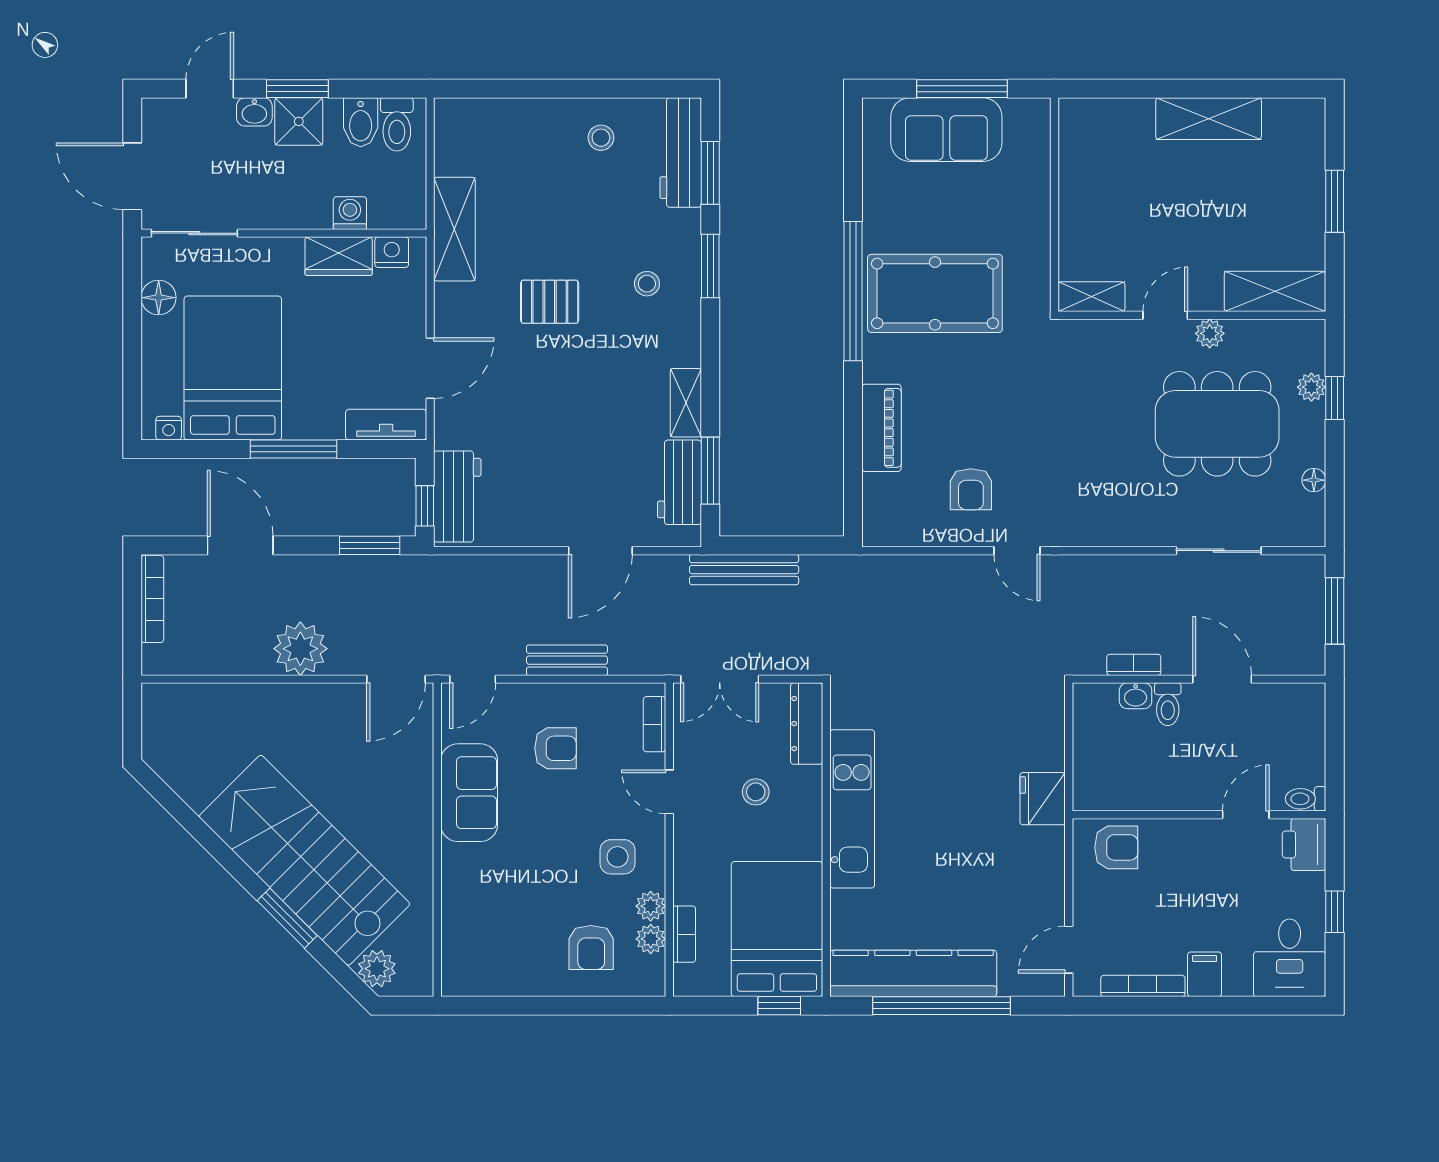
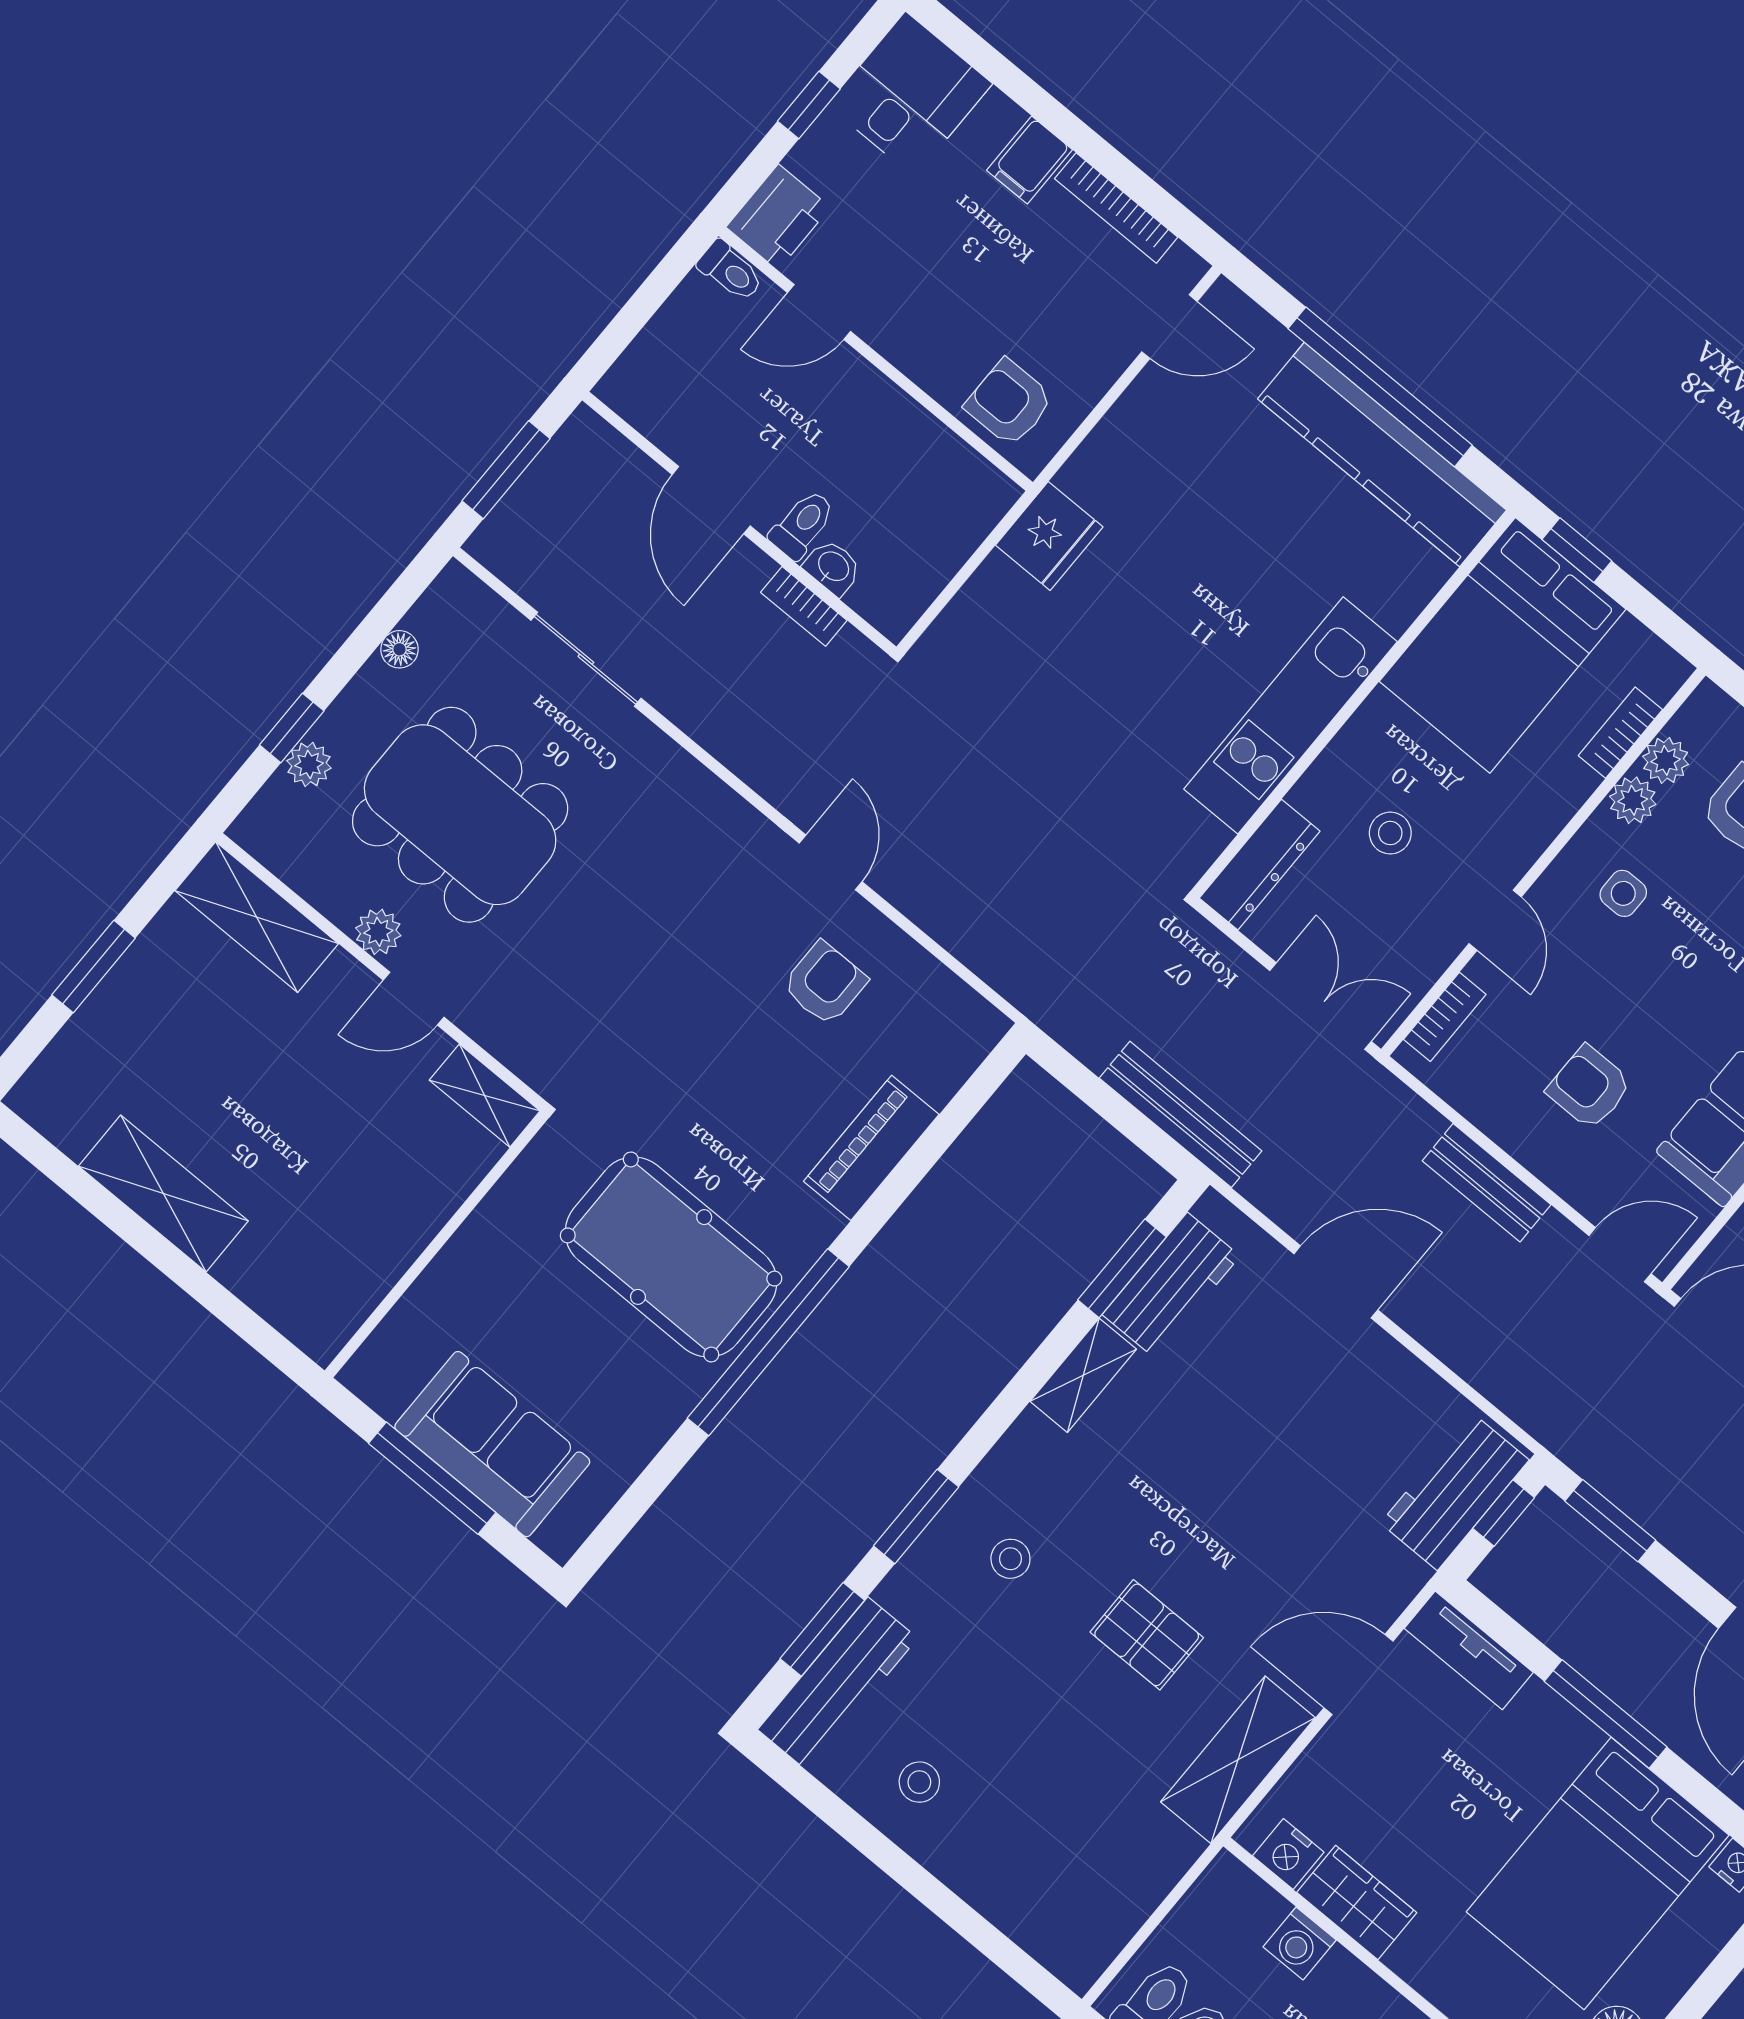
shelving: (454, 229) -> (1238, 1760), moved
side table: (618, 857) -> (1623, 893), width x0.73, depth x0.73

